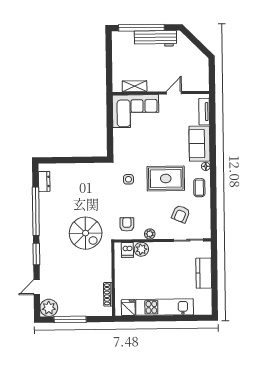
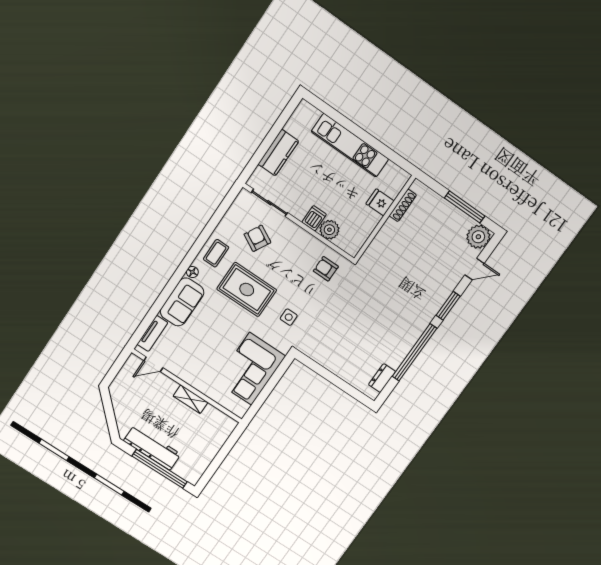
shelving: (135, 86) -> (191, 399), moved
door: (174, 93) -> (153, 364), moved
corner sofa: (136, 111) -> (251, 369), moved, turned -90
armchair: (181, 214) -> (257, 238), turned -85
armchair: (127, 224) -> (326, 269), turned 90
spiral stairs: (86, 233) -> (378, 291), removed
plant: (150, 234) -> (308, 240), removed
dishwasher: (127, 250) -> (314, 218), moved
fridge: (128, 308) -> (380, 202), moved, turned 90

